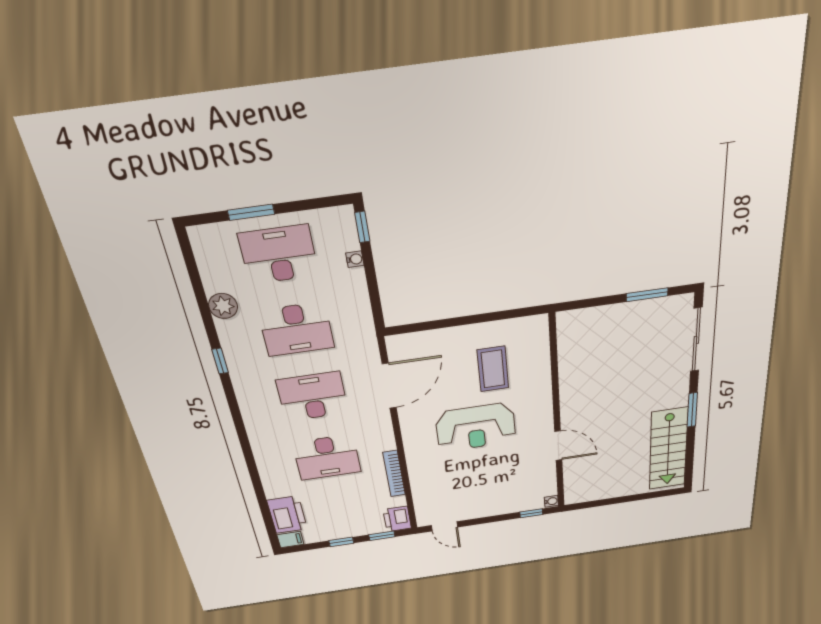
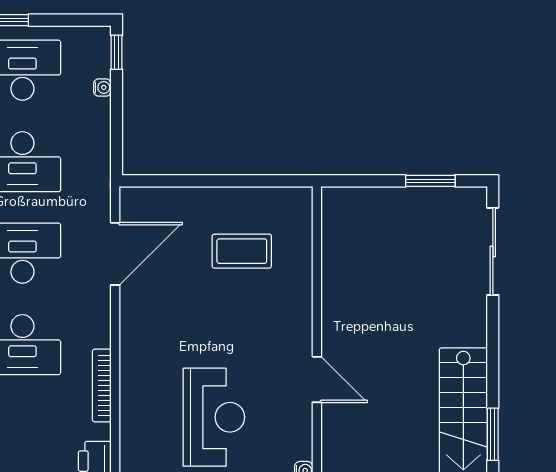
coffee table: (493, 369) -> (242, 251), turned 90
window: (692, 410) -> (493, 434), moved
reception desk: (476, 427) -> (214, 417), moved, turned -90

